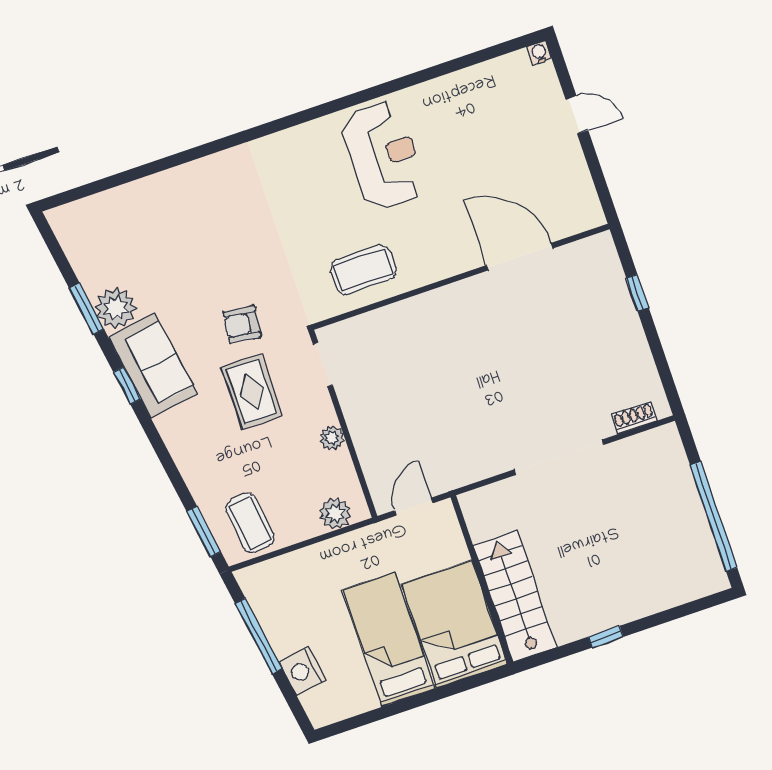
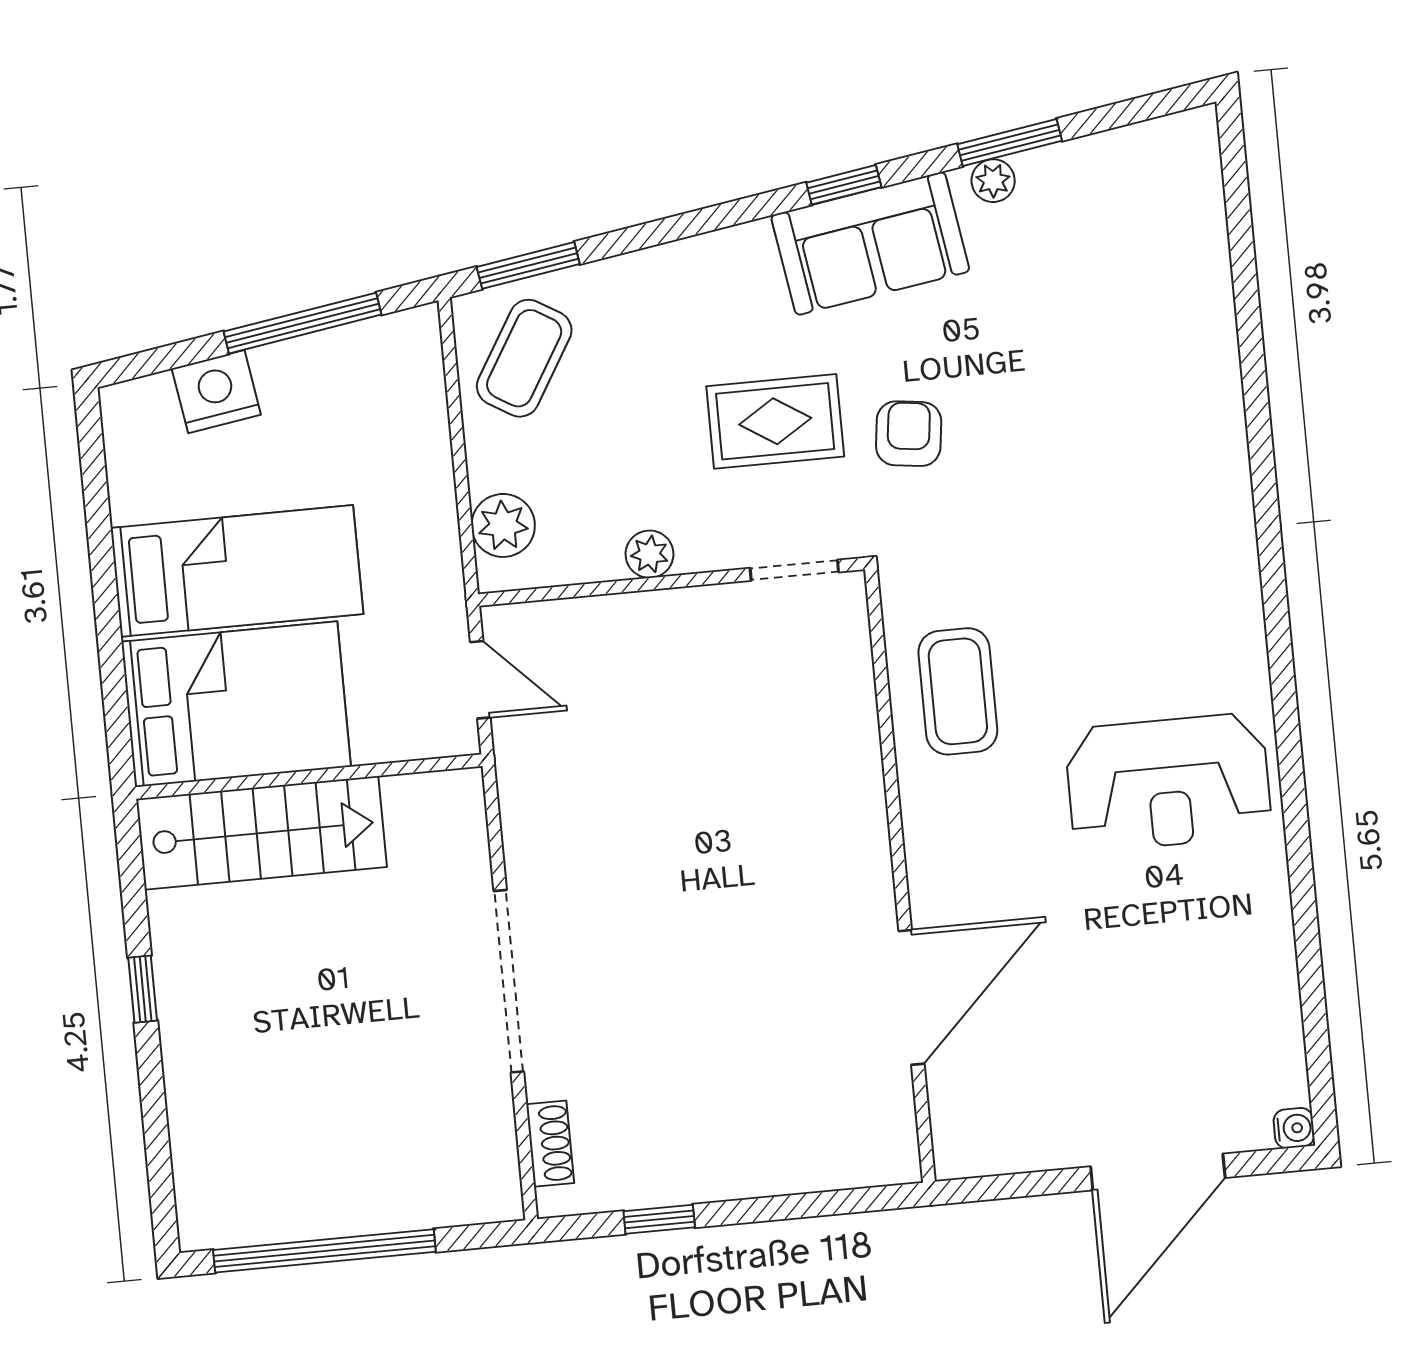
door: (577, 115) -> (1158, 1172), width x1.87
window: (637, 293) -> (659, 1219), moved
plant: (116, 308) -> (993, 181), width x0.53, depth x0.53
coffee table: (250, 523) -> (524, 358), turned -52

